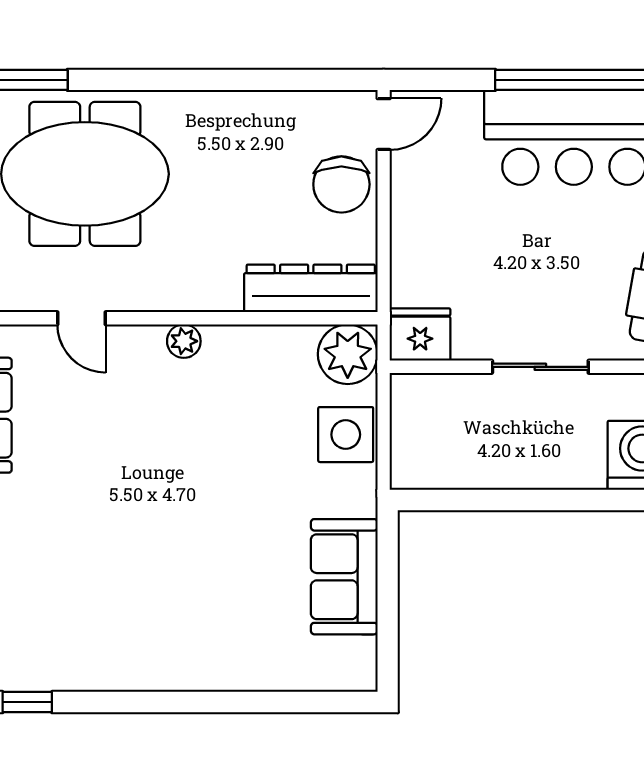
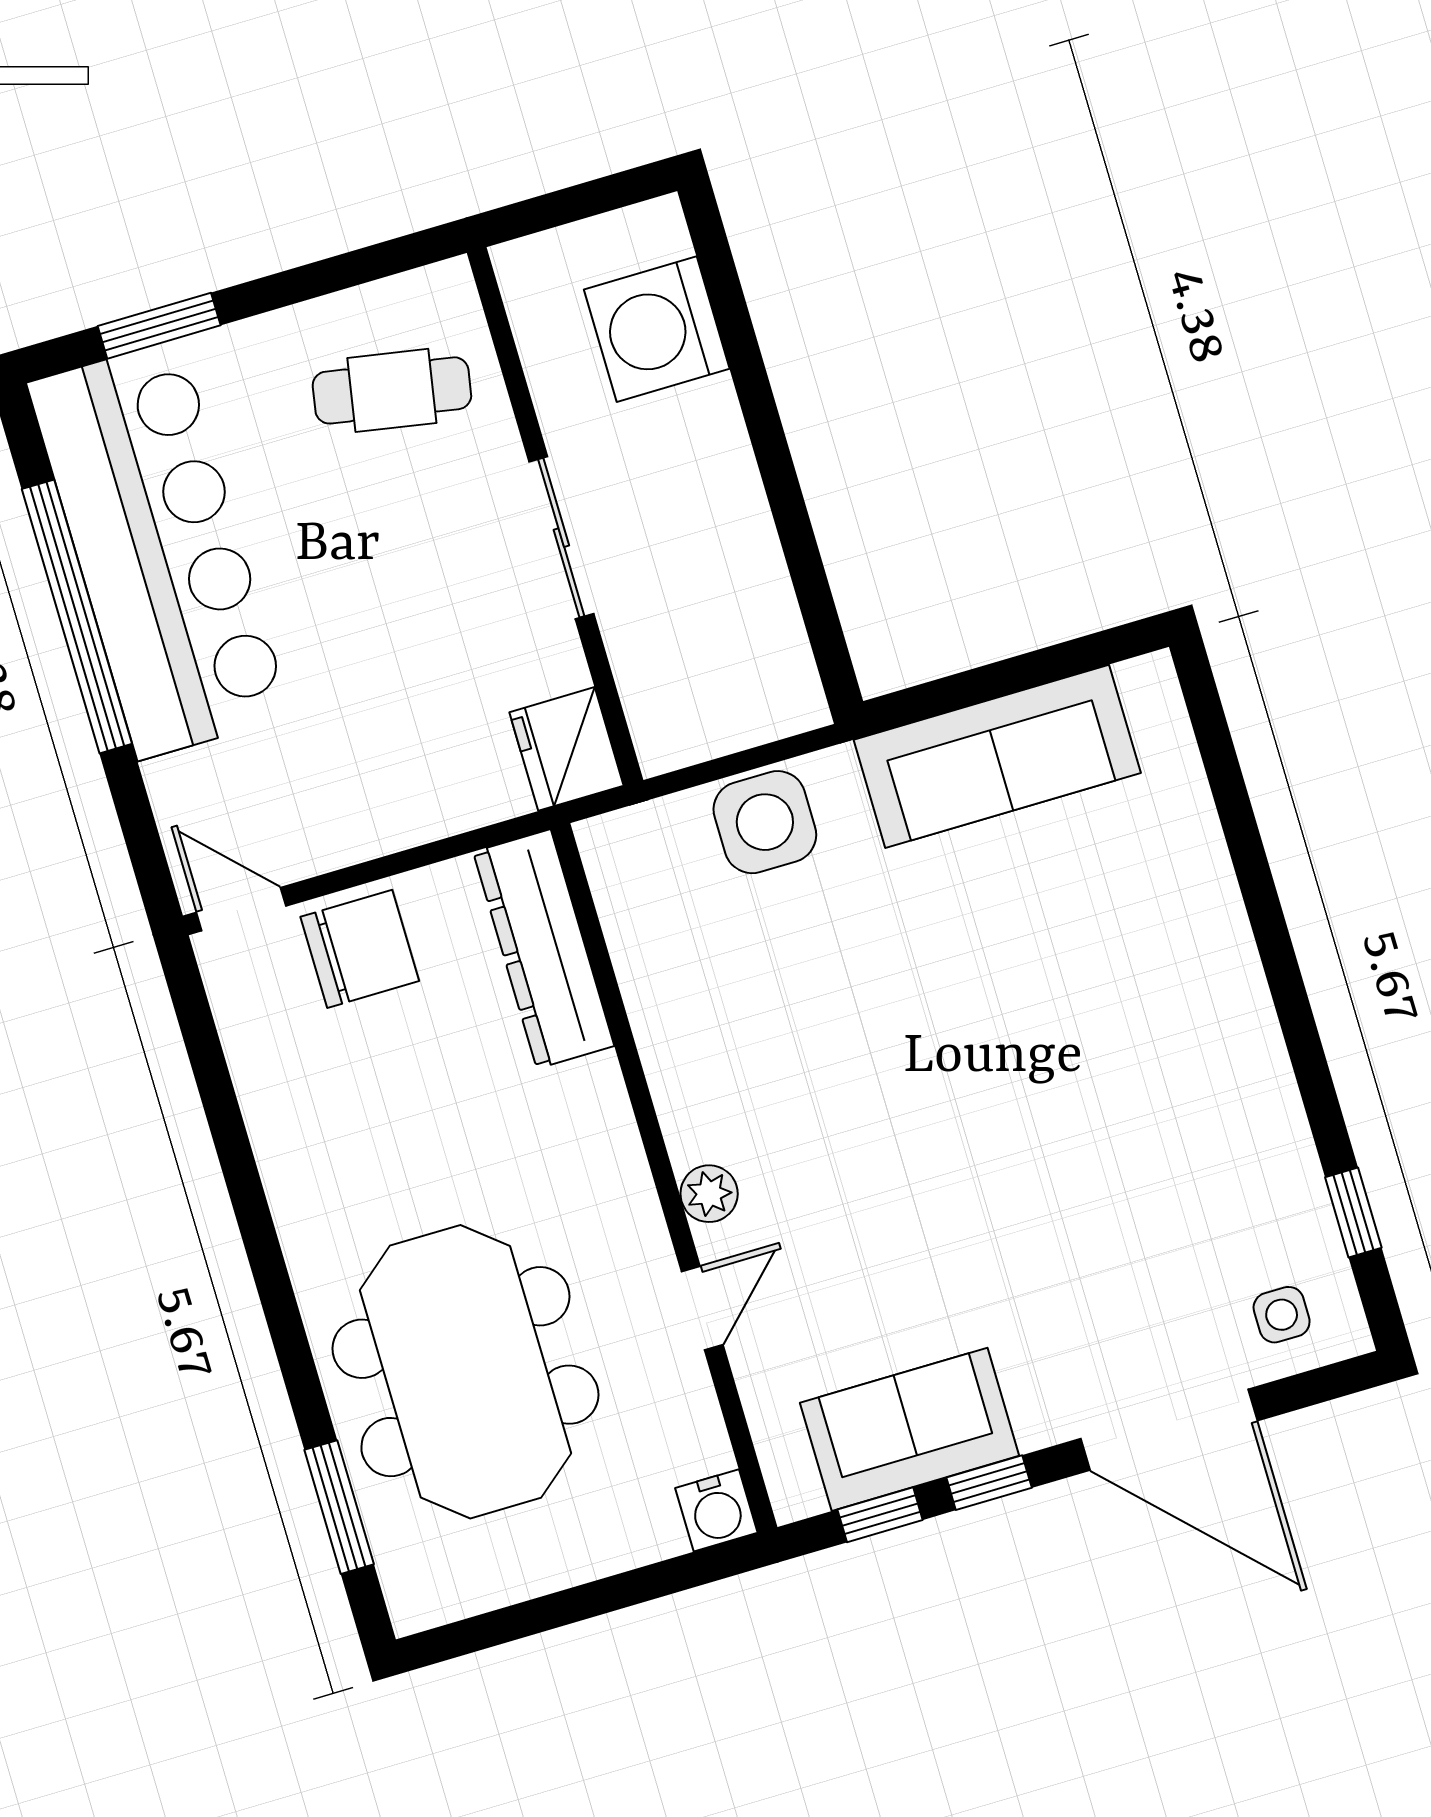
plant: (184, 341) -> (709, 1194), moved
plant: (348, 354) -> (633, 857), removed
sofa: (344, 577) -> (997, 756), width x1.36

